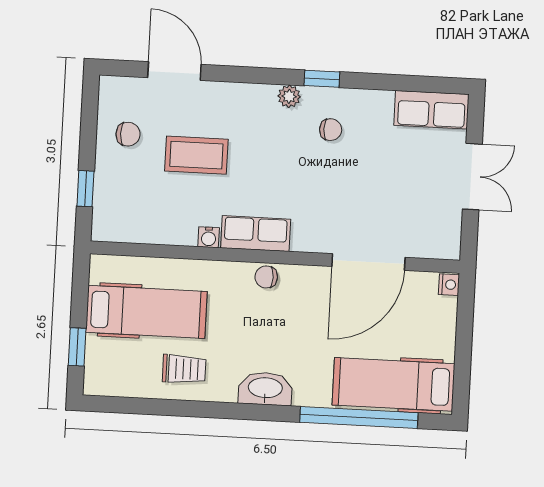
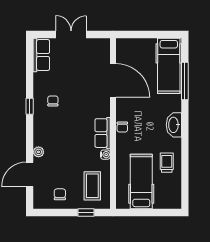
plant: (289, 96) -> (39, 152), moved
coffee table: (196, 155) -> (92, 186), moved
nightstand: (449, 285) -> (121, 43), removed
window: (77, 347) -> (159, 213), removed
window: (359, 418) -> (185, 81), width x0.68

